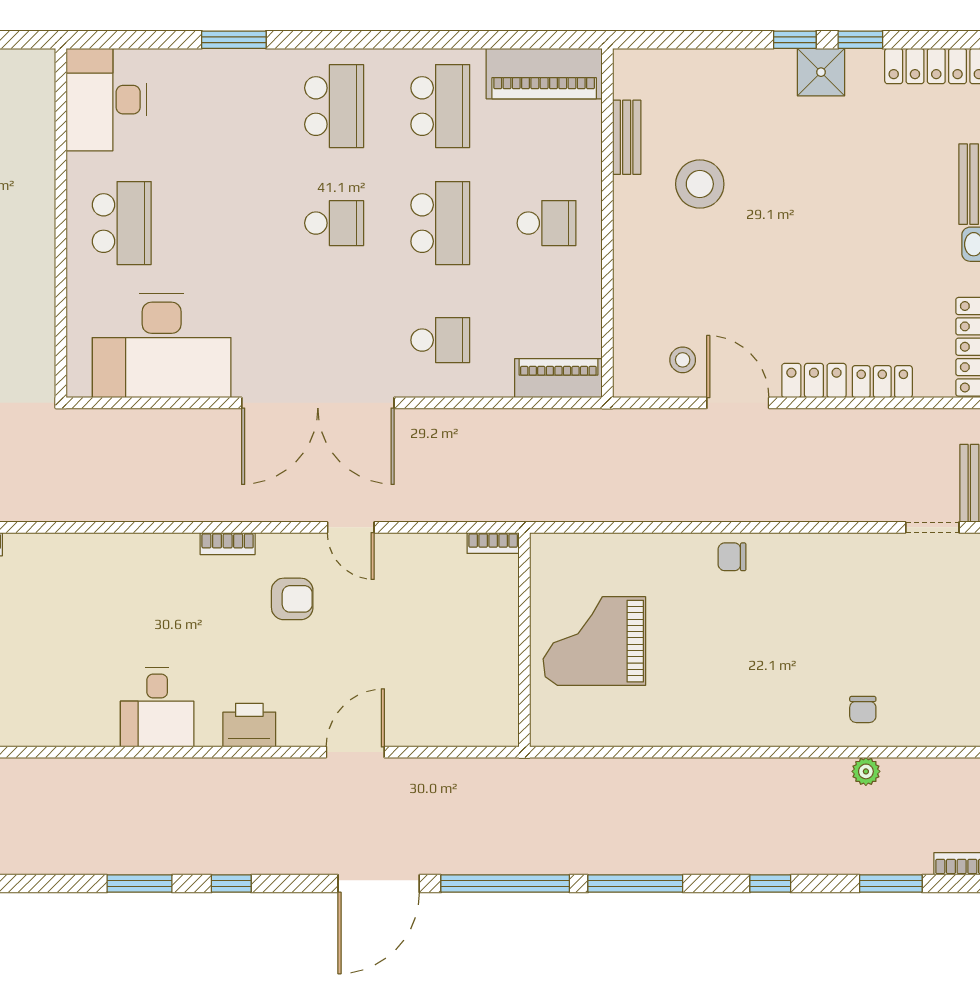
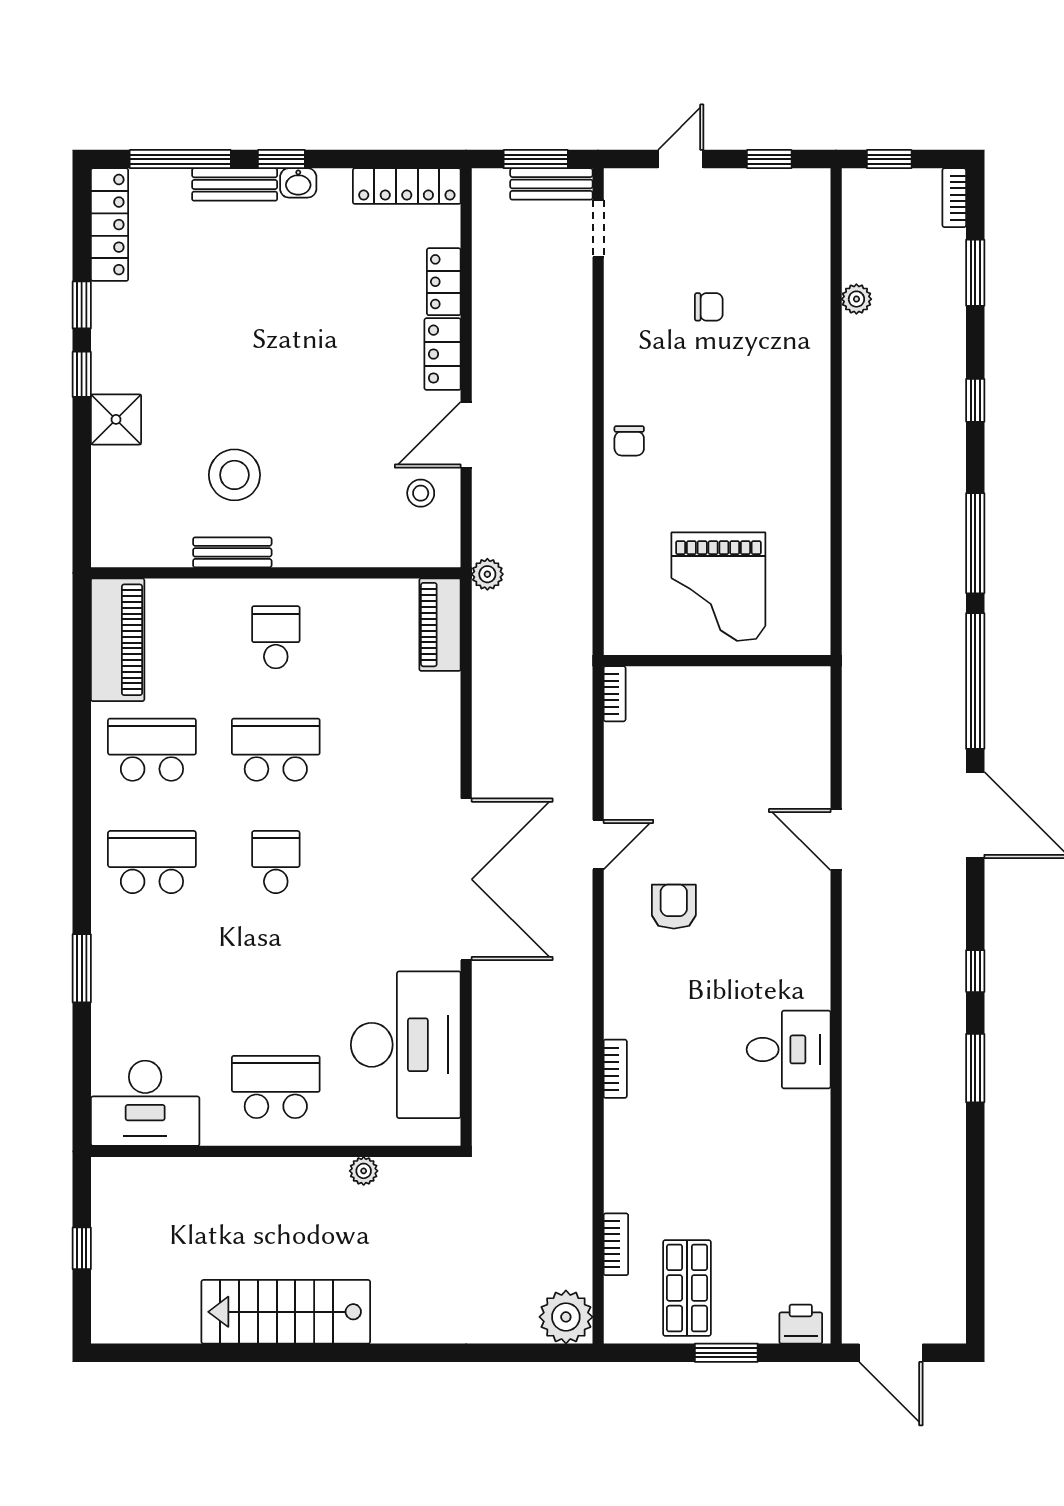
shower: (821, 72) -> (116, 419), moved
bench: (627, 137) -> (232, 552), moved
plant: (42, 306) -> (364, 1171), added
school desk: (440, 340) -> (400, 750), removed
plant: (606, 423) -> (487, 574), added
bookcase: (228, 544) -> (615, 1069), moved
chair: (863, 710) -> (709, 307), moved
printer: (249, 725) -> (807, 952), removed

